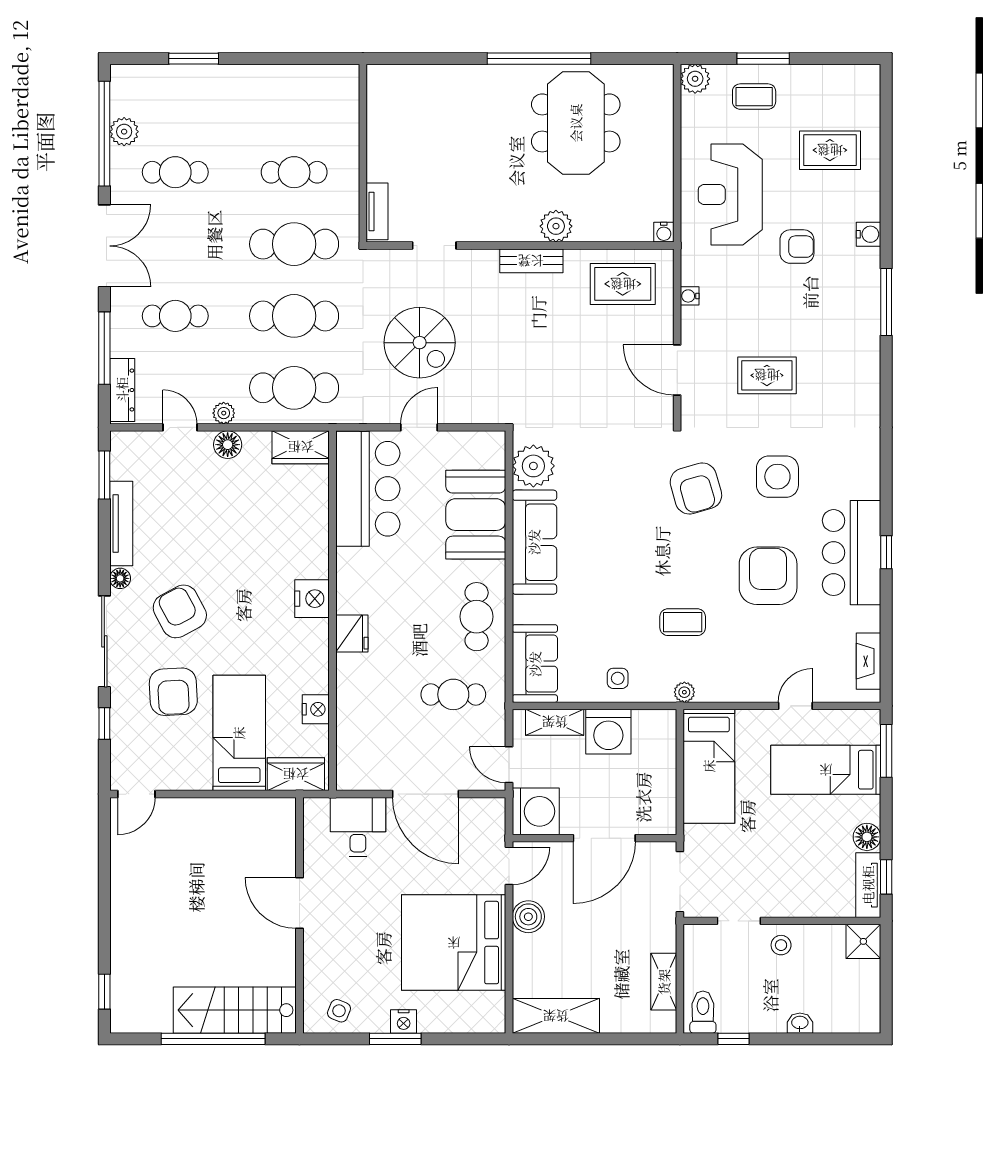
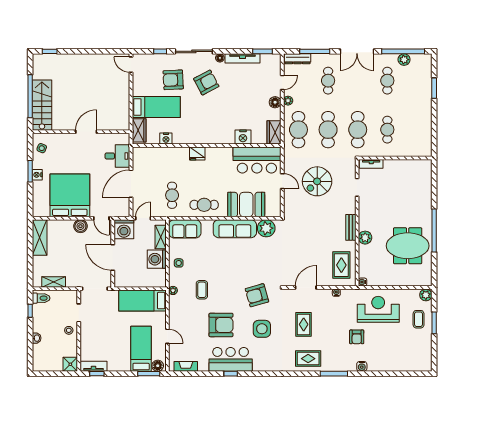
rug: (830, 150) -> (308, 359), moved, turned 90
nightstand: (312, 599) -> (243, 137), moved
floor lamp: (867, 837) -> (158, 366), moved

